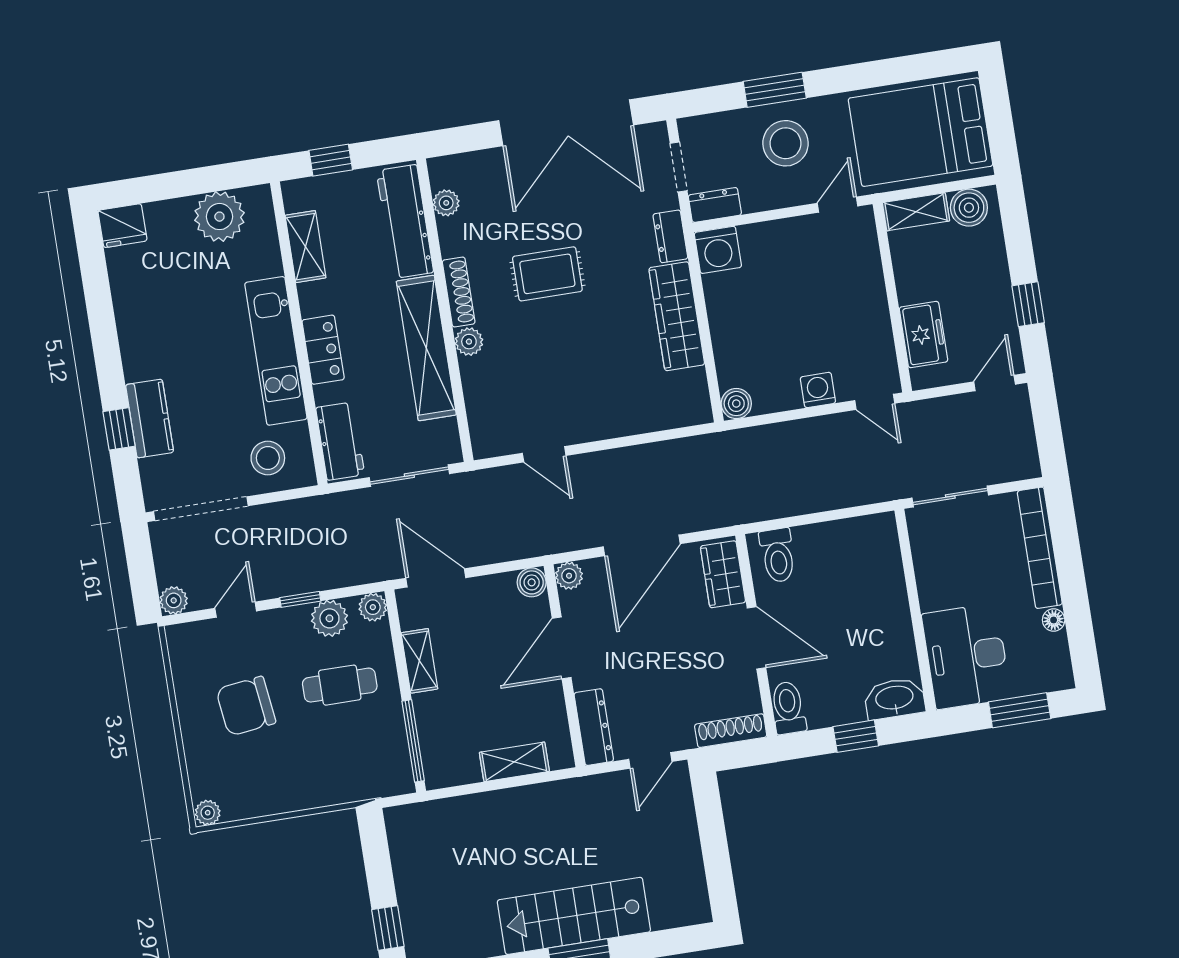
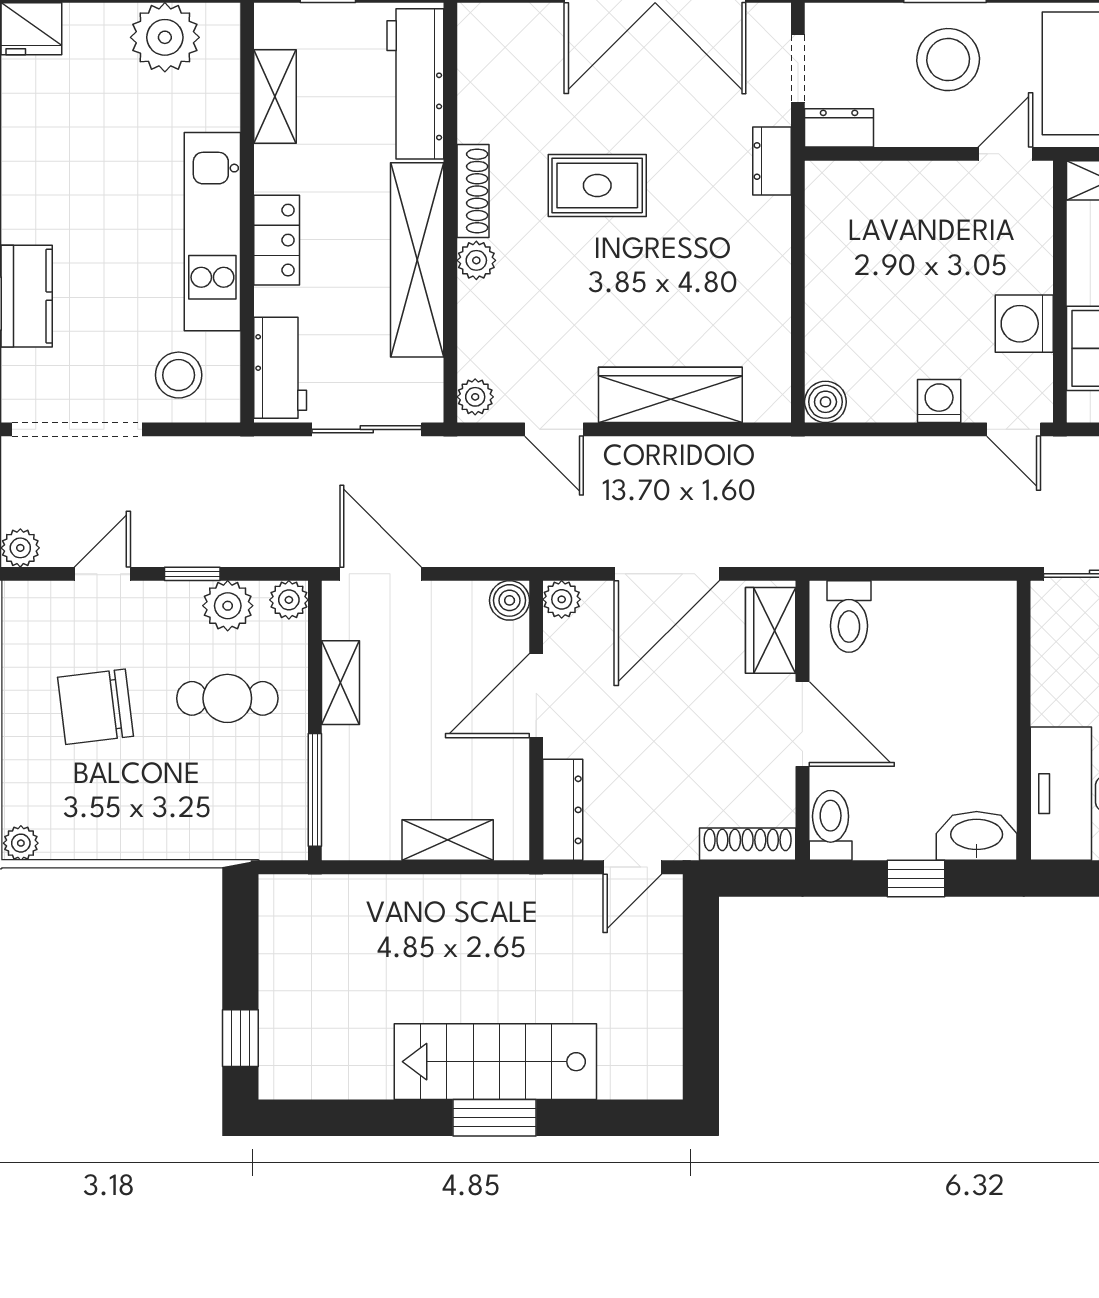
plant: (446, 203) -> (475, 397), moved
washing machine: (718, 250) -> (1024, 324), moved, turned 90
wardrobe: (677, 316) -> (670, 395), moved, turned 90

